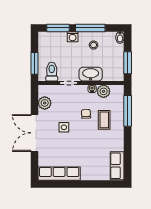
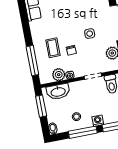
washbasin: (91, 74) -> (58, 92), moved

